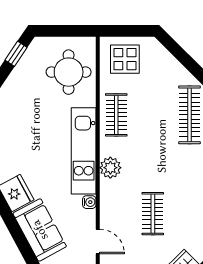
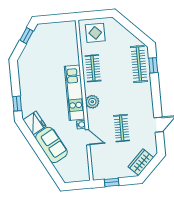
round table: (69, 72) -> (61, 44), removed
door: (98, 242) -> (88, 137), moved

